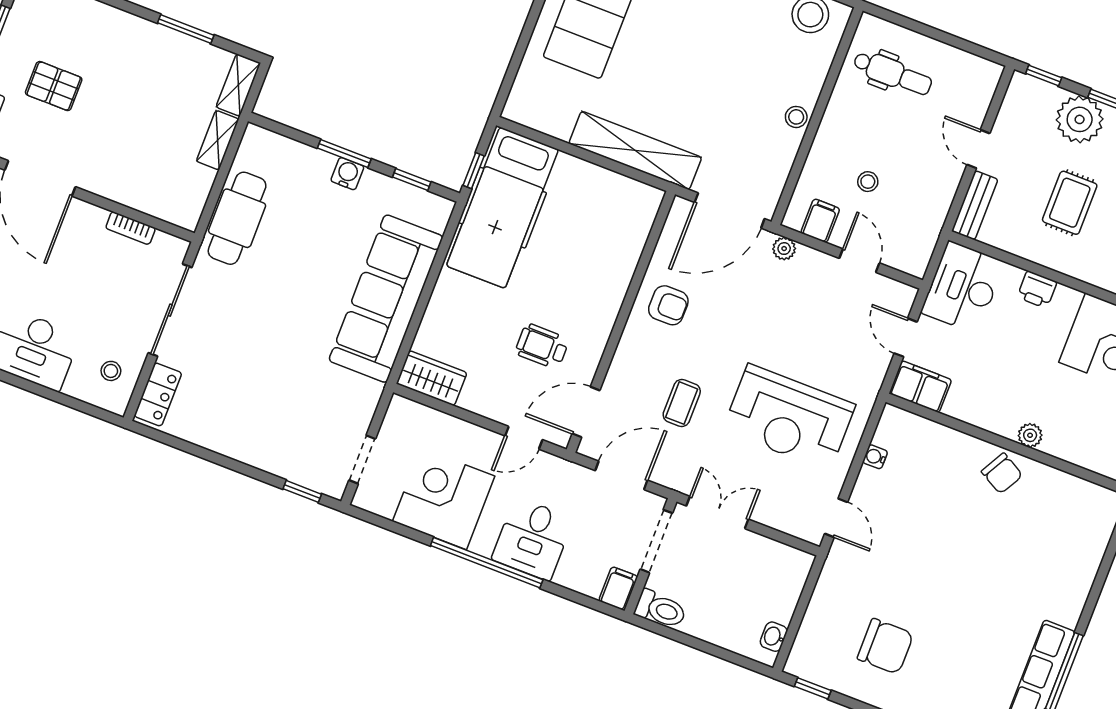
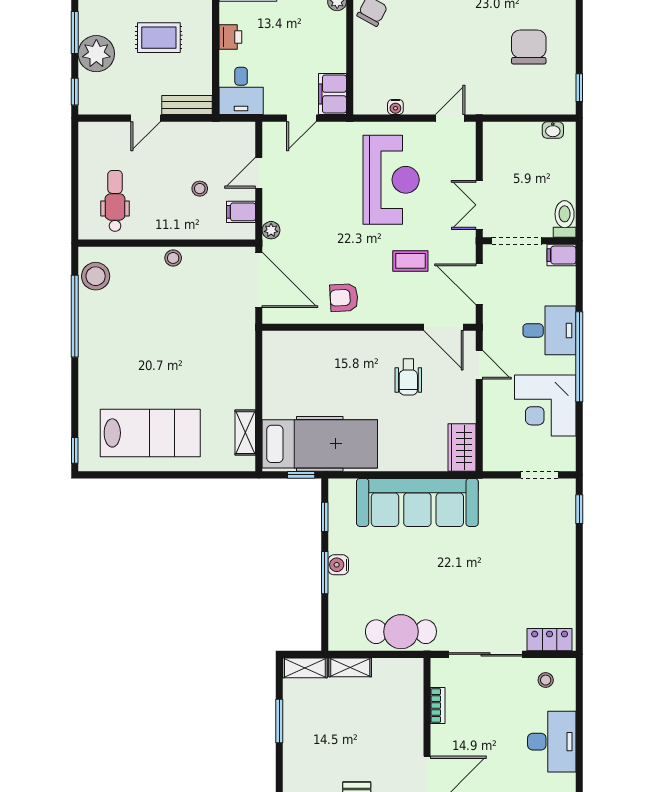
shelving: (635, 150) -> (245, 433), moved, width x0.45, depth x0.75
desk: (963, 287) -> (241, 91), width x0.73
armchair: (668, 305) -> (344, 298), turned -93

